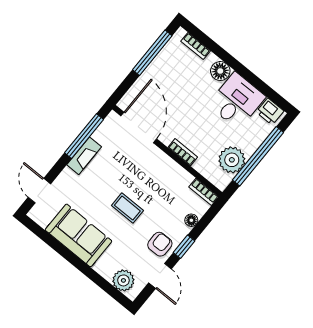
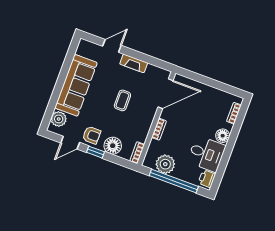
window: (152, 53) -> (219, 85), removed
window: (84, 136) -> (147, 59), removed
door: (39, 191) -> (112, 46), moved
coffee table: (127, 208) -> (122, 100), moved
floor lamp: (191, 220) -> (113, 146), width x1.89, depth x1.89
sofa: (78, 235) -> (76, 85), width x1.36

